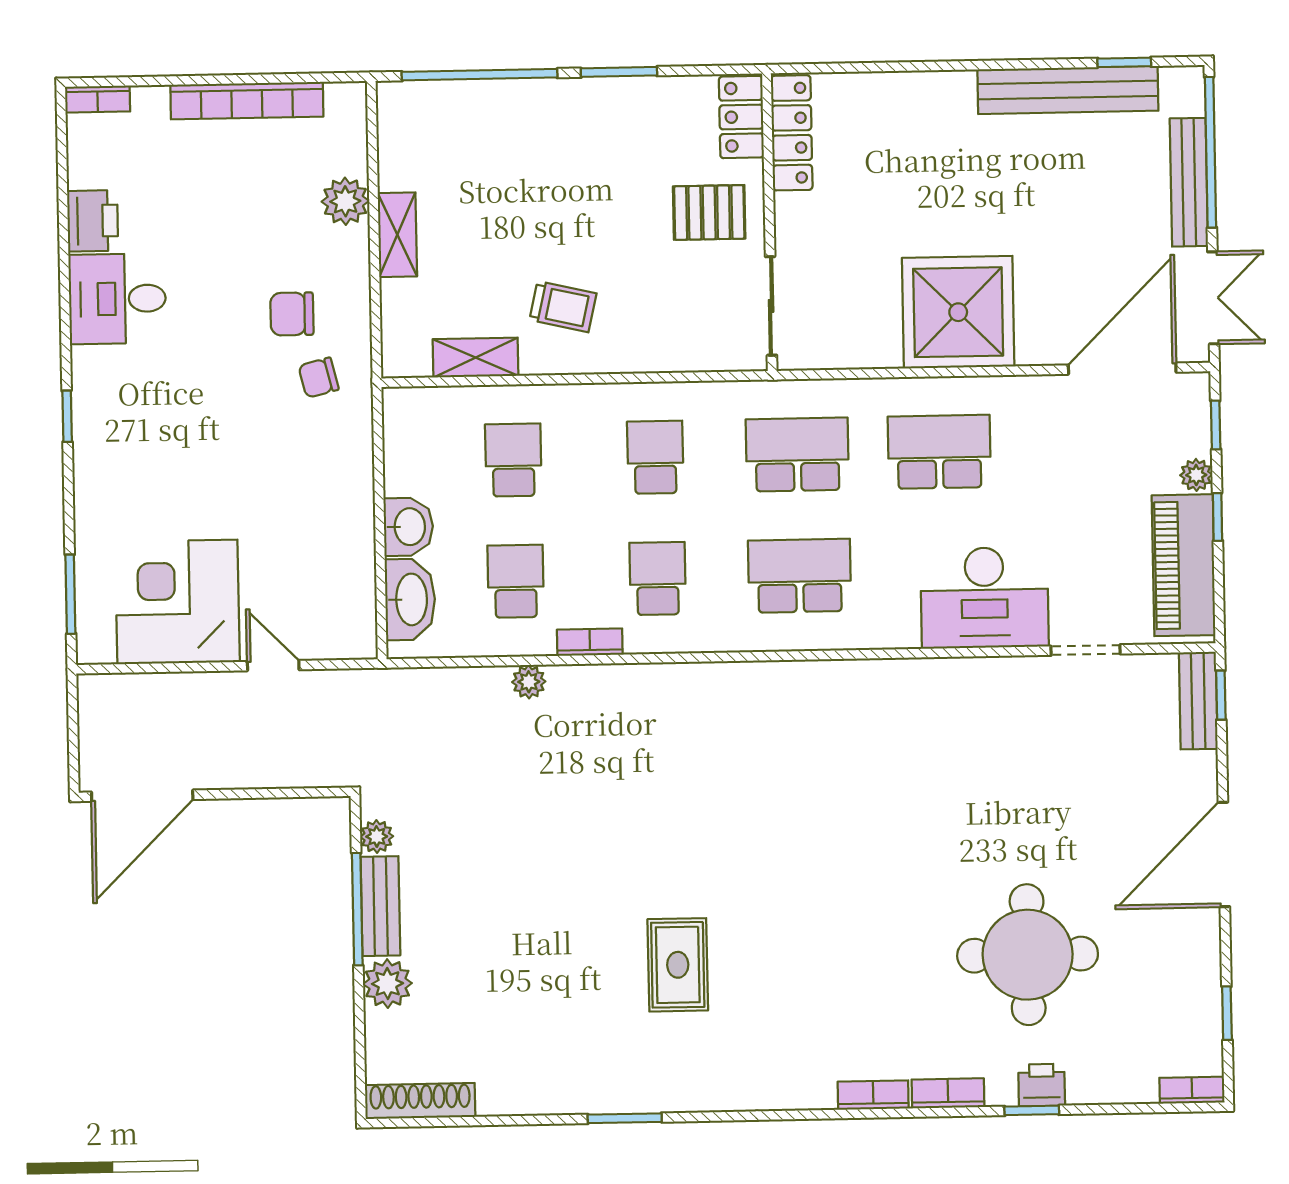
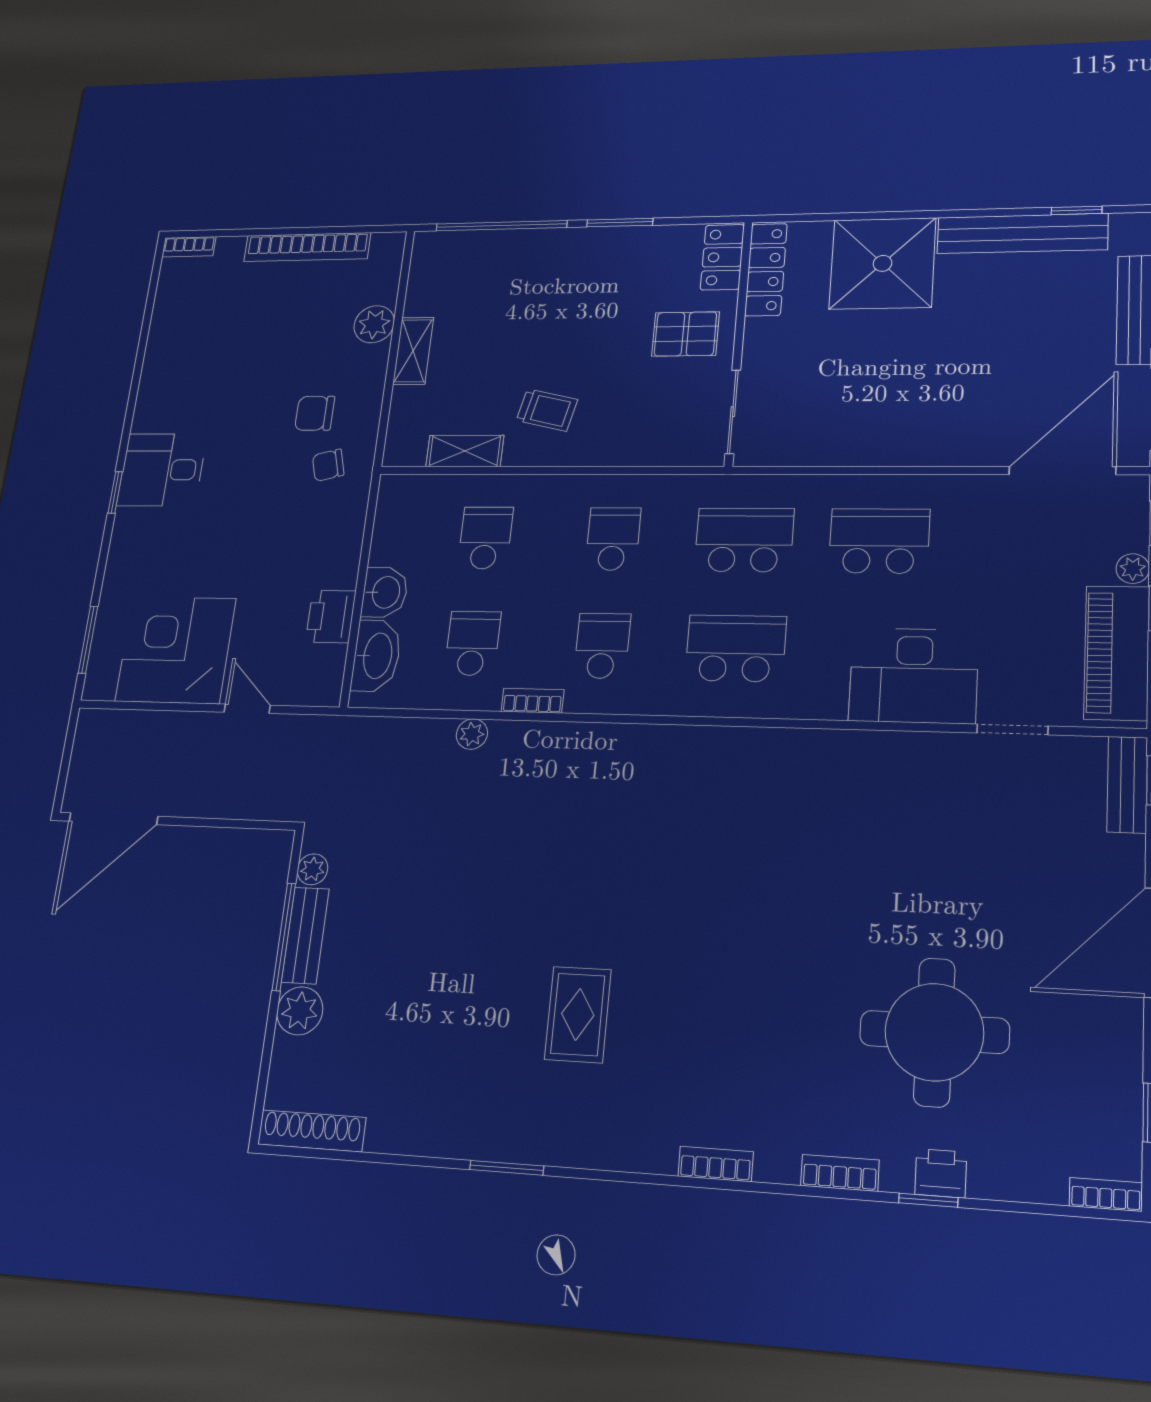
printer: (93, 221) -> (331, 616), moved, turned 180
desk: (117, 299) -> (162, 470), moved
shower: (958, 312) -> (883, 263), moved
bookcase: (873, 1095) -> (716, 1164), moved

